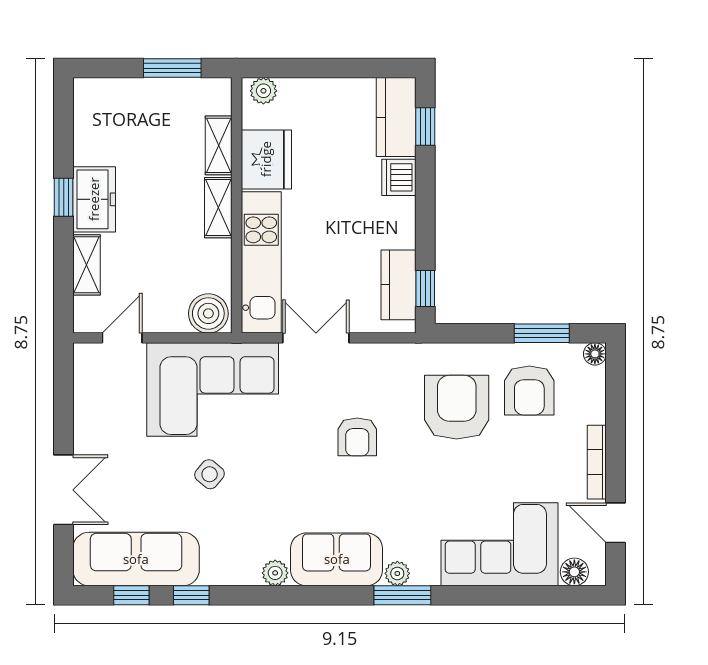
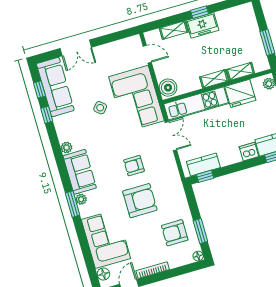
armchair: (457, 407) -> (140, 201), moved

